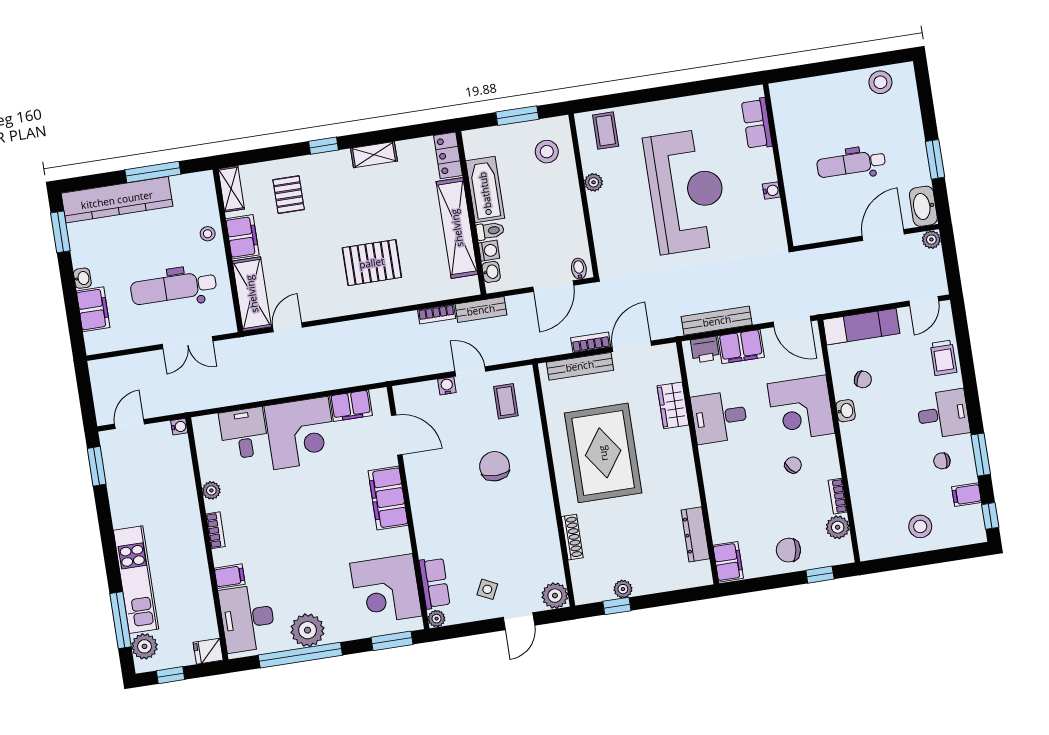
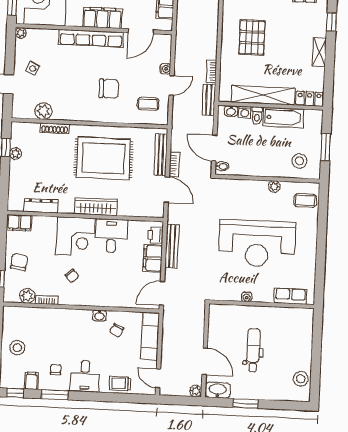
wardrobe: (673, 405) -> (96, 207), moved, width x1.50
corner desk: (801, 408) -> (75, 236), moved, turned 180
row of seats: (435, 583) -> (91, 38), moved, width x2.02
plant: (555, 596) -> (43, 111), moved

